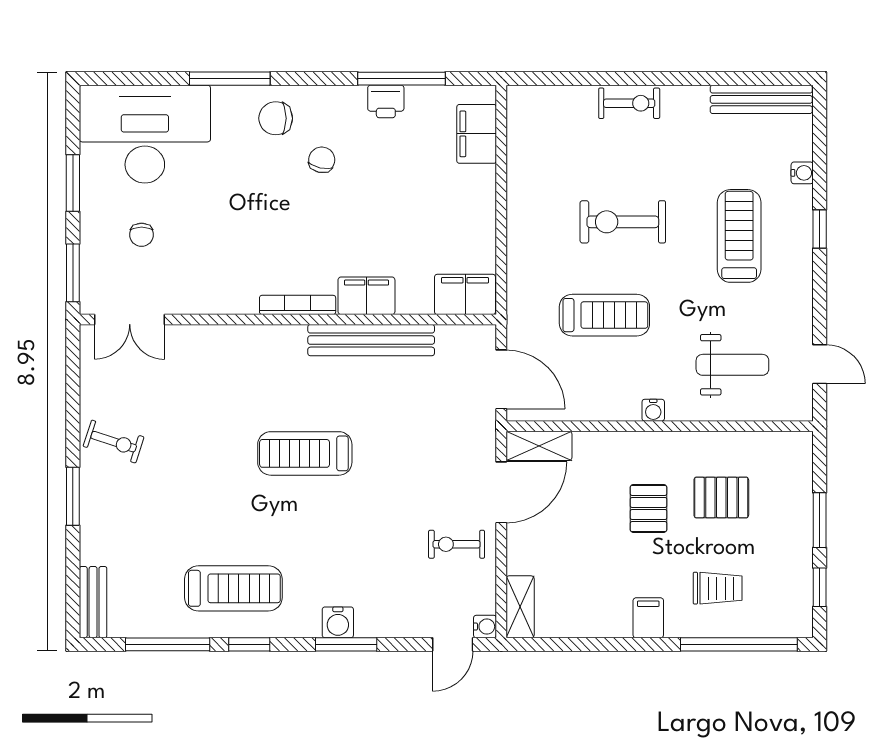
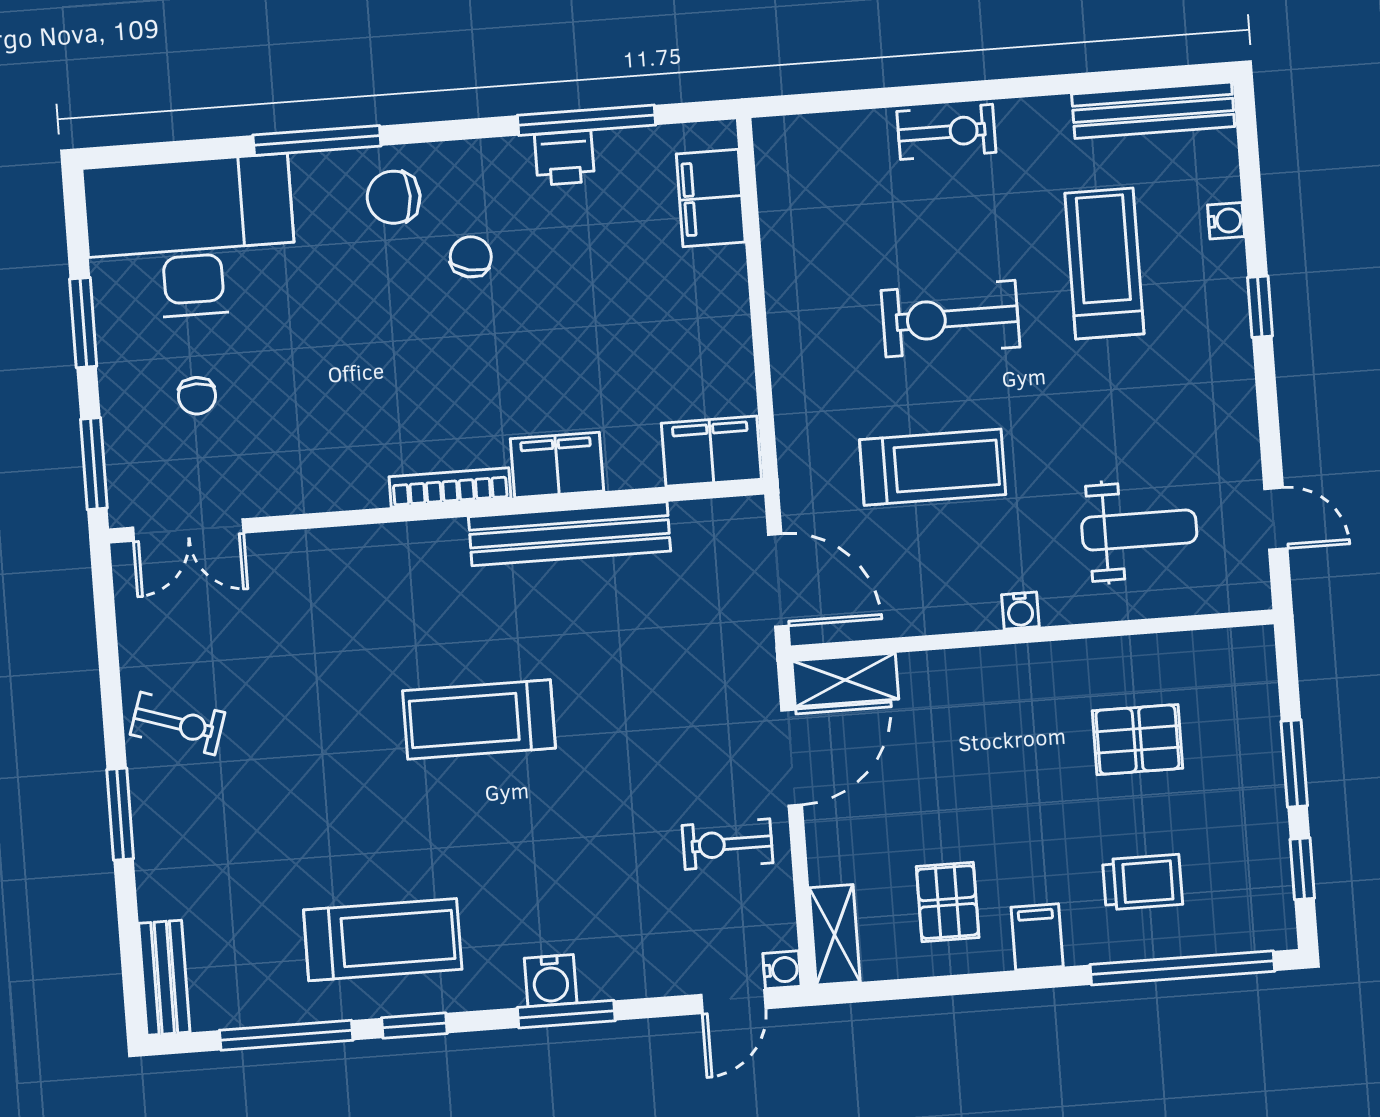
treadmill: (739, 236) -> (1104, 264), moved
pallet: (649, 508) -> (948, 902), moved

